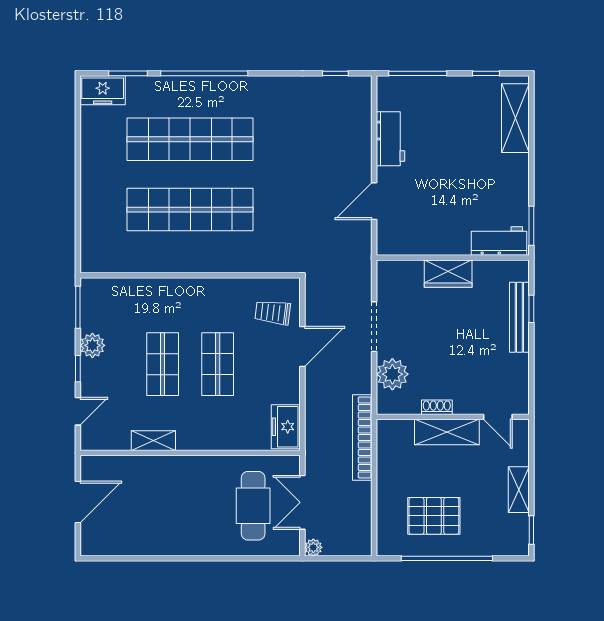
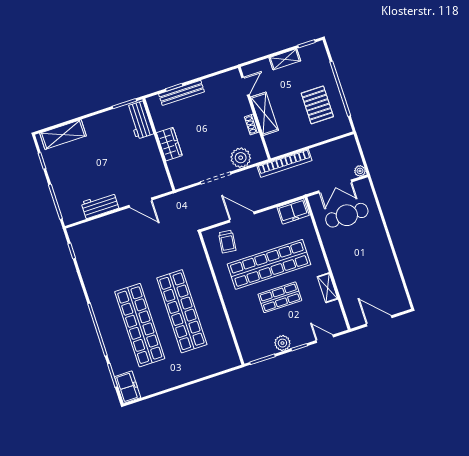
shop shelf: (218, 364) -> (269, 264), width x2.00, depth x1.36

